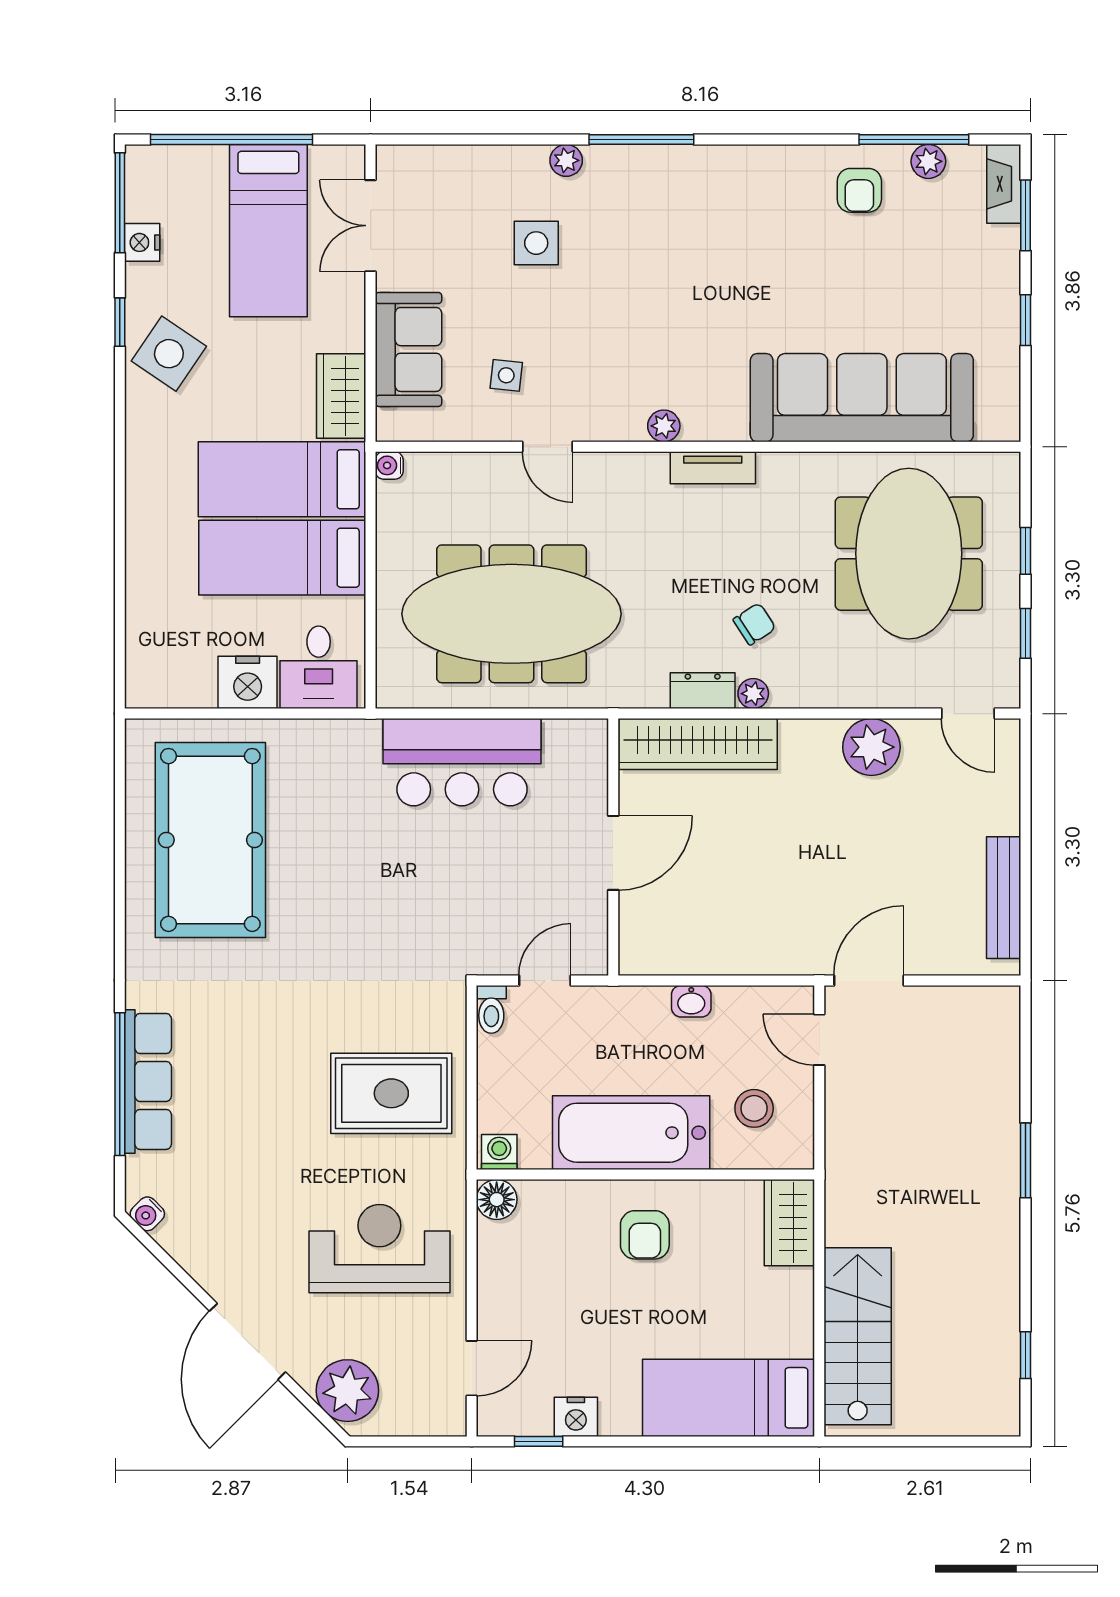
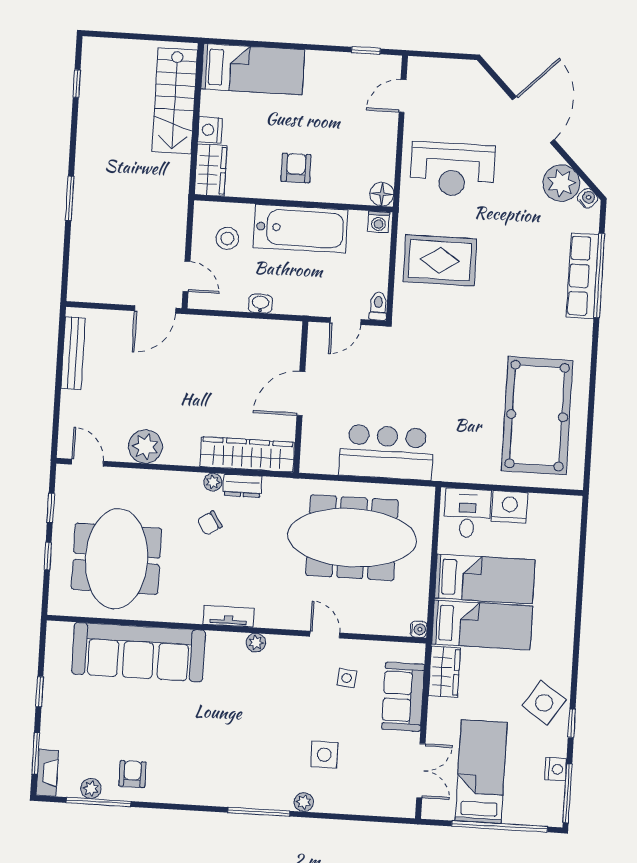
plant: (347, 1391) -> (561, 183), moved
nightstand: (576, 1417) -> (210, 130), moved, turned -90

